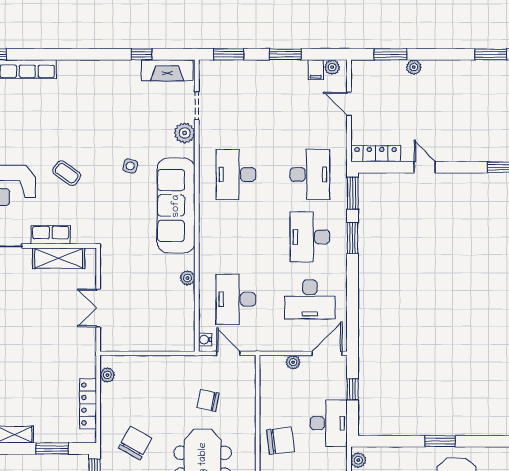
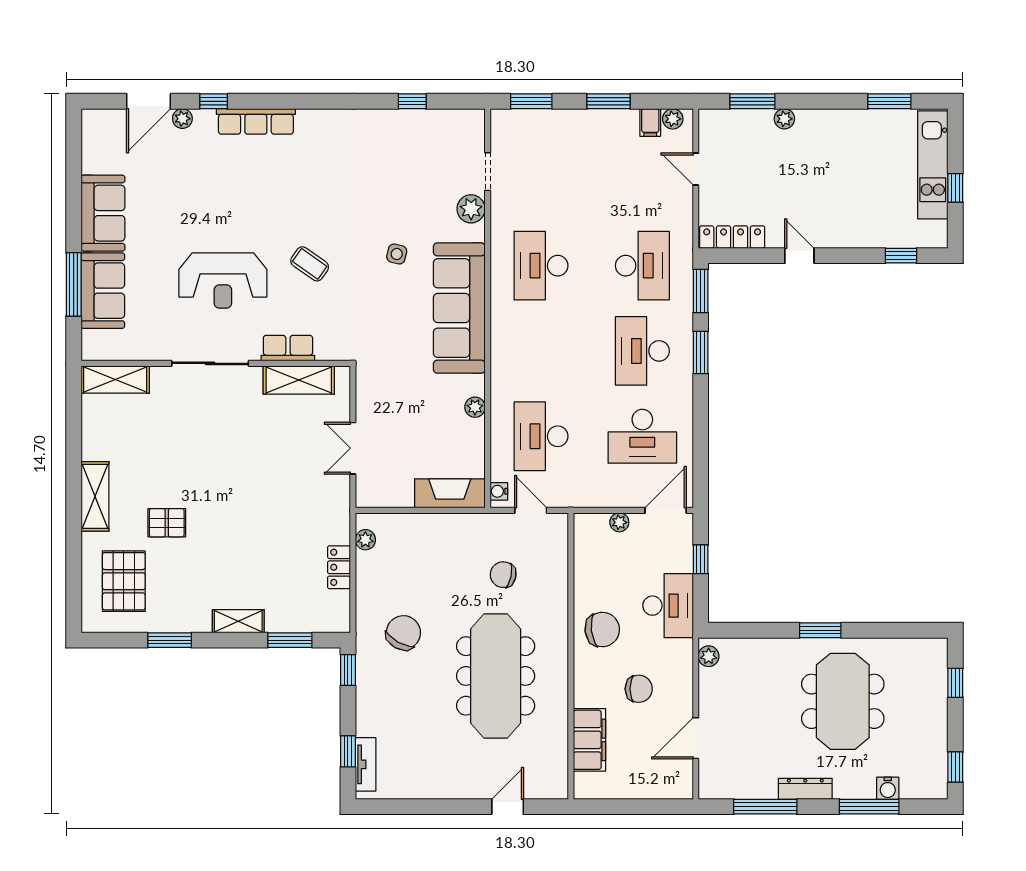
fireplace: (167, 70) -> (450, 493), moved, turned 180
locker: (88, 404) -> (339, 567), width x0.66

